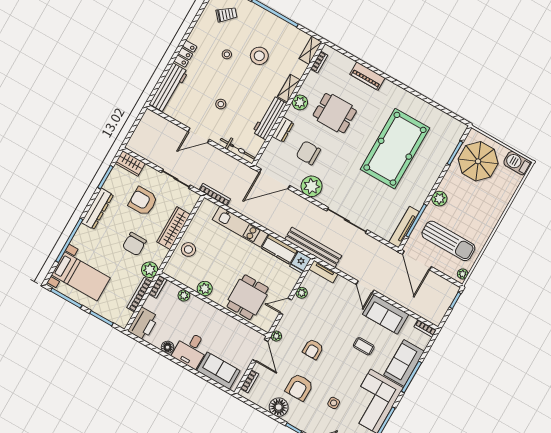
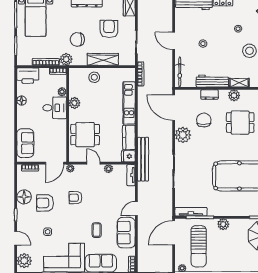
dining table: (335, 113) -> (240, 123), turned 90
desk: (191, 350) -> (55, 108), moved, turned 180

